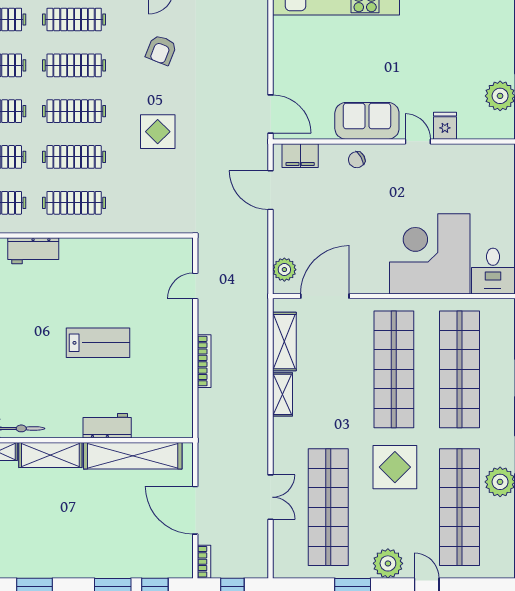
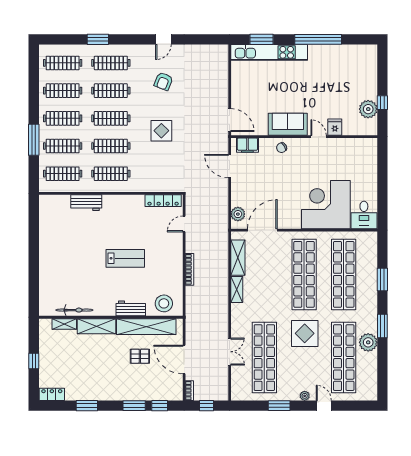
locker: (161, 247) -> (163, 201), added
stool: (162, 417) -> (164, 303), added
pallet: (122, 505) -> (140, 356), added
plant: (388, 563) -> (305, 396), width x0.53, depth x0.53

